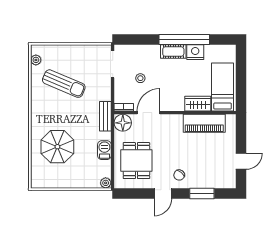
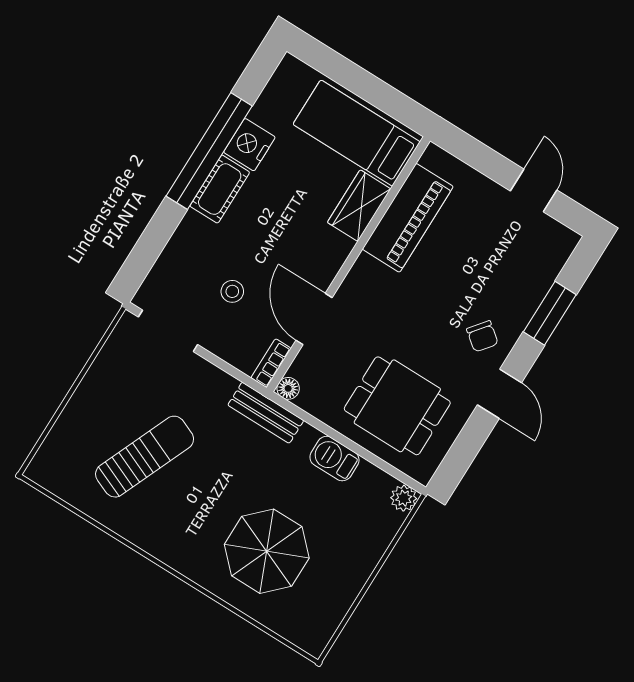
plant: (36, 60) -> (60, 484), removed
floor lamp: (123, 123) -> (288, 388), width x0.53, depth x0.53

